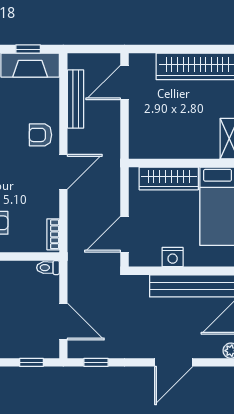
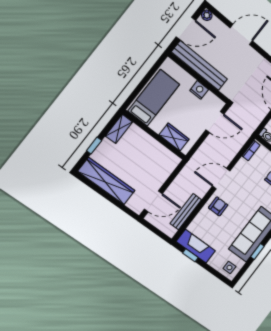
armchair: (40, 135) -> (218, 206), turned -90
wardrobe: (169, 178) -> (174, 137), width x0.67

